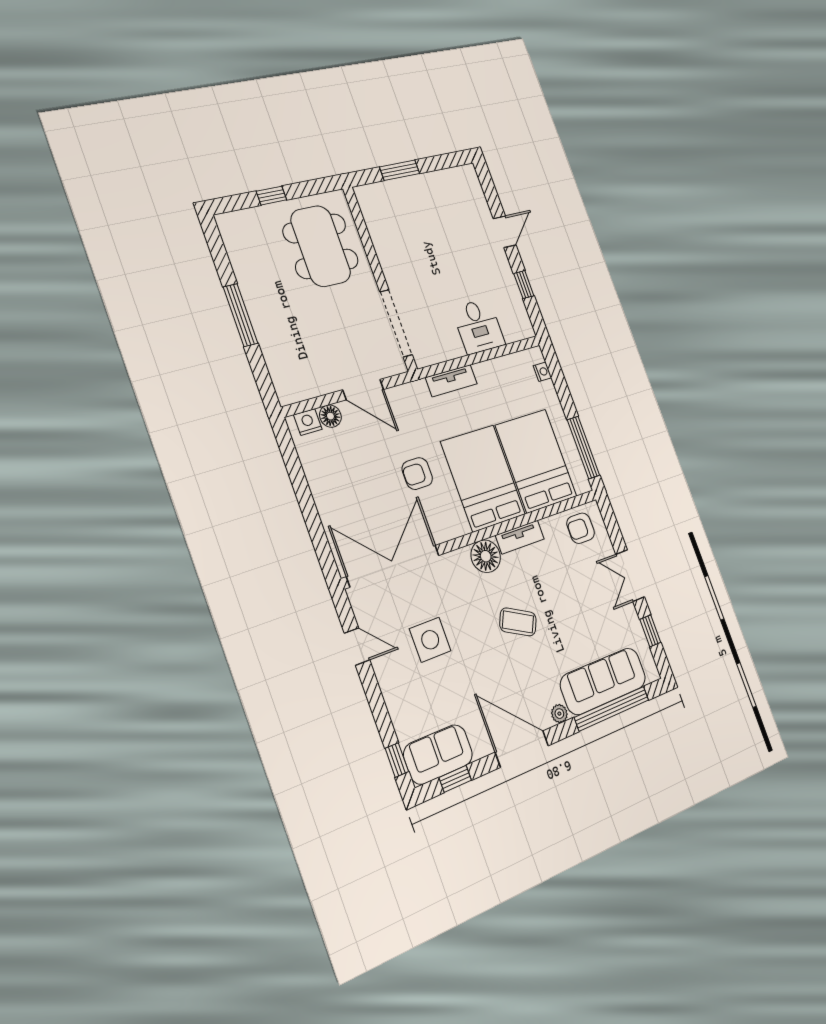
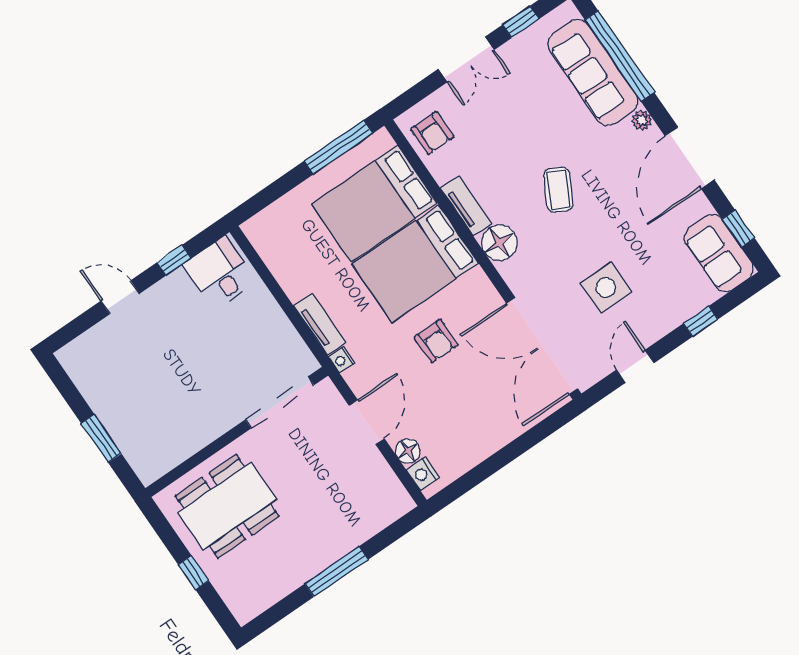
desk: (478, 326) -> (220, 273), moved, turned -90
nightstand: (542, 372) -> (342, 360), moved, turned -90
window: (397, 760) -> (701, 321), moved

